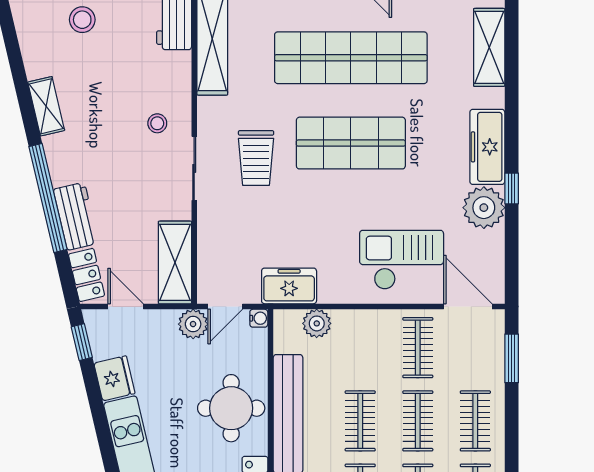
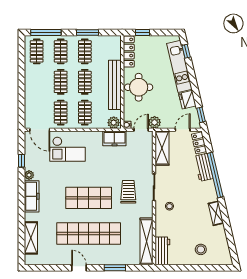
window: (512, 188) -> (22, 161), moved
plant: (484, 208) -> (29, 175), width x0.53, depth x0.53
door: (126, 306) -> (183, 130), swing flipped
plant: (317, 323) -> (114, 123), moved
window: (512, 358) -> (22, 108), removed
clothes rail: (475, 421) -> (85, 113), moved

